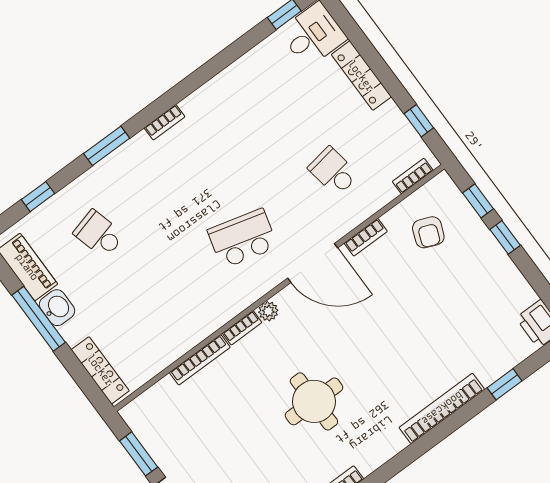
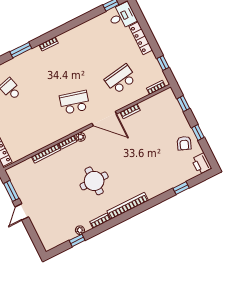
school desk: (333, 171) -> (121, 79), width x1.85
armchair: (428, 232) -> (184, 143), moved
window: (505, 237) -> (198, 132), moved
bookcase: (442, 408) -> (128, 206), moved

